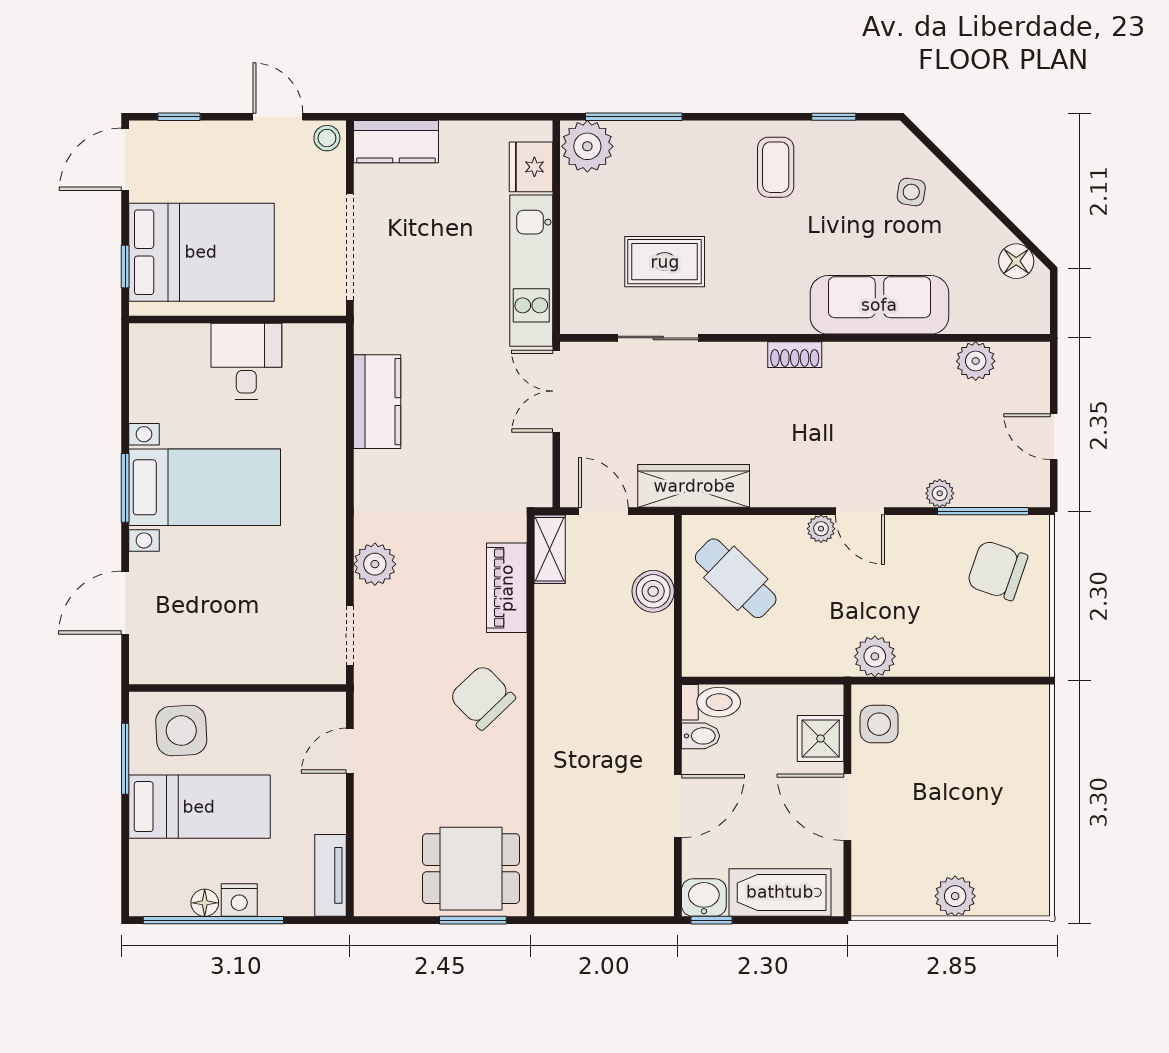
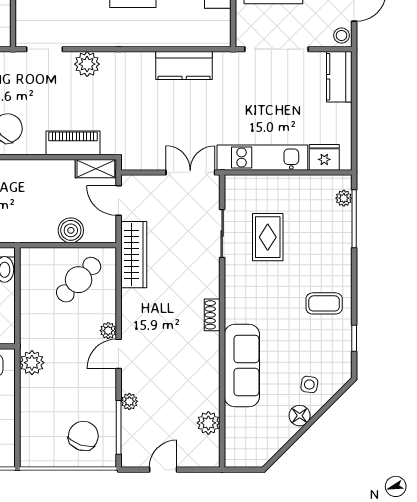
plant: (587, 146) -> (344, 198), width x0.53, depth x0.53
floor lamp: (1016, 261) -> (300, 416), moved
door: (603, 511) -> (119, 201), swing flipped

